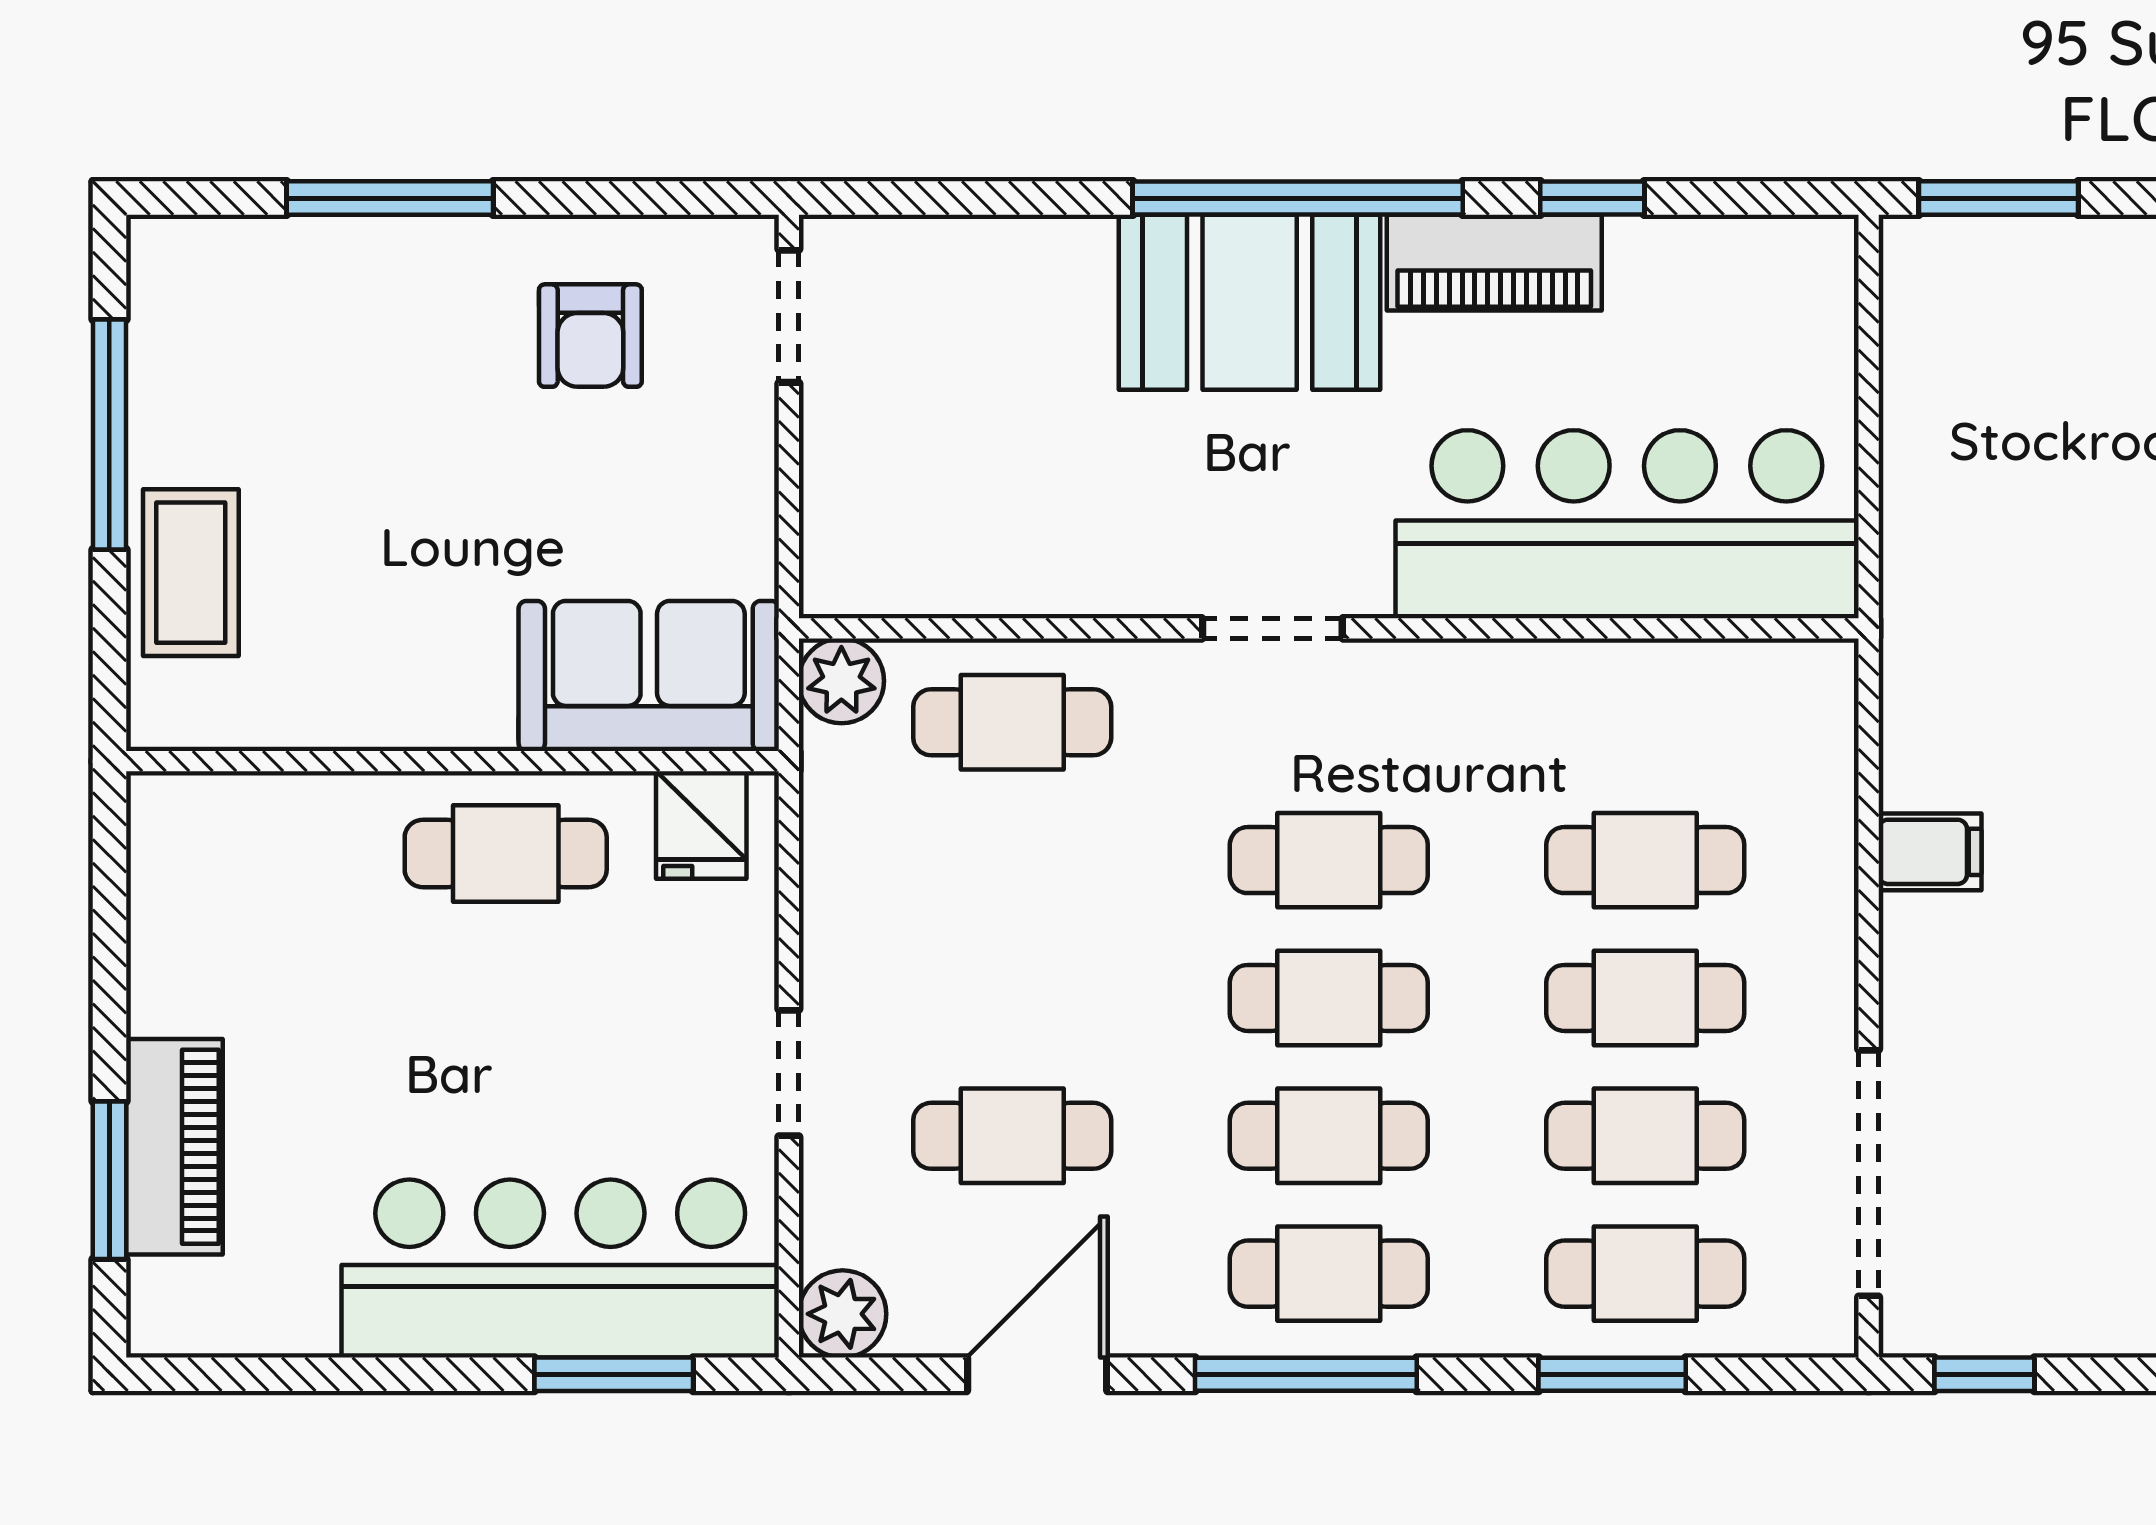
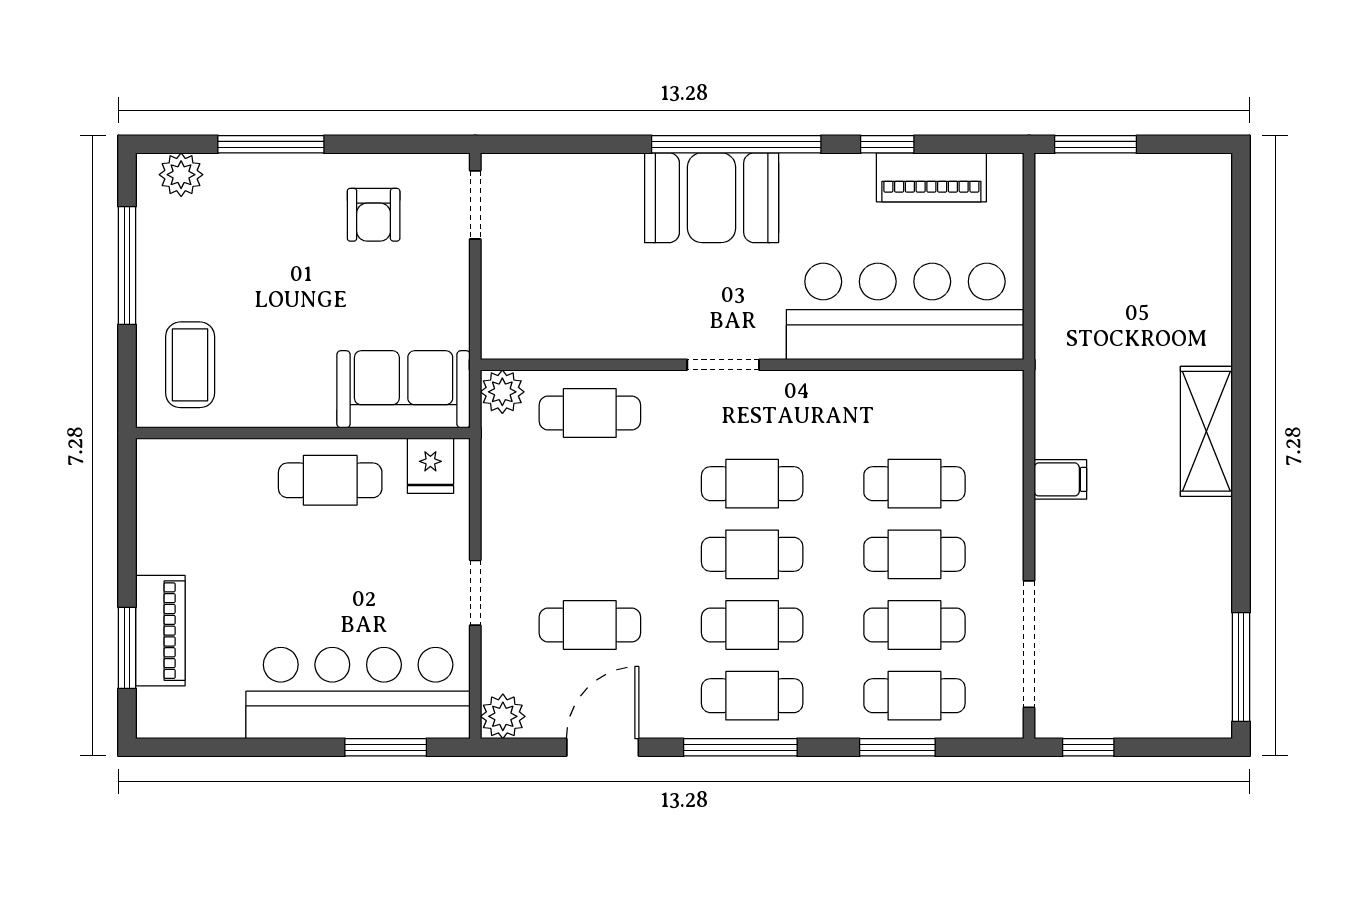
plant: (215, 257) -> (181, 175), added
piano: (1494, 263) -> (931, 177), moved
coffee table: (191, 573) -> (190, 365), moved

